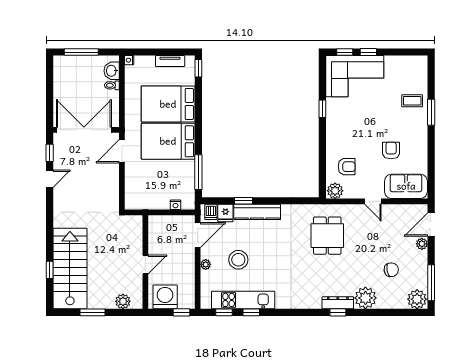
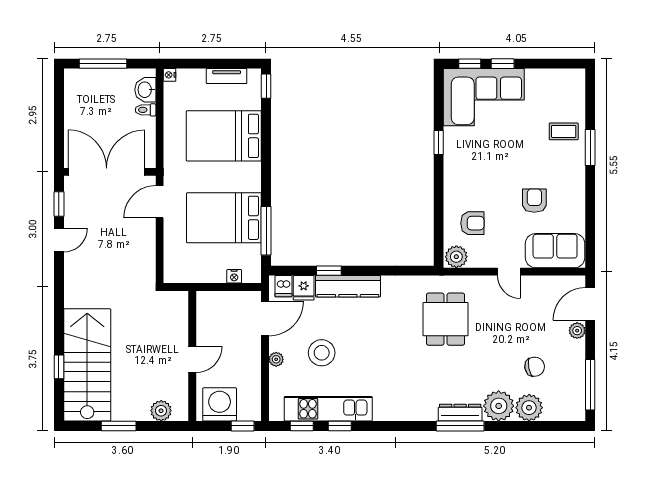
bed: (168, 141) -> (224, 218), moved
plant: (417, 299) -> (529, 408), moved
window: (338, 312) -> (460, 426), width x2.17

